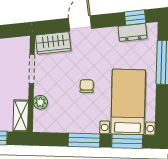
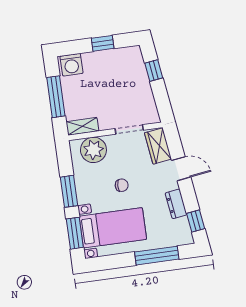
dresser: (133, 32) -> (176, 204), moved
plant: (40, 102) -> (93, 150), width x1.88, depth x1.88

